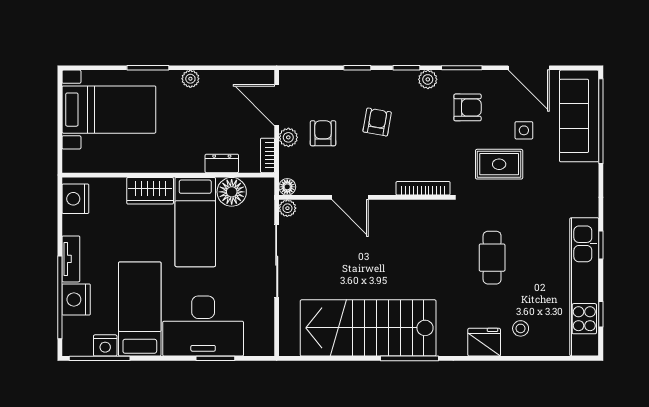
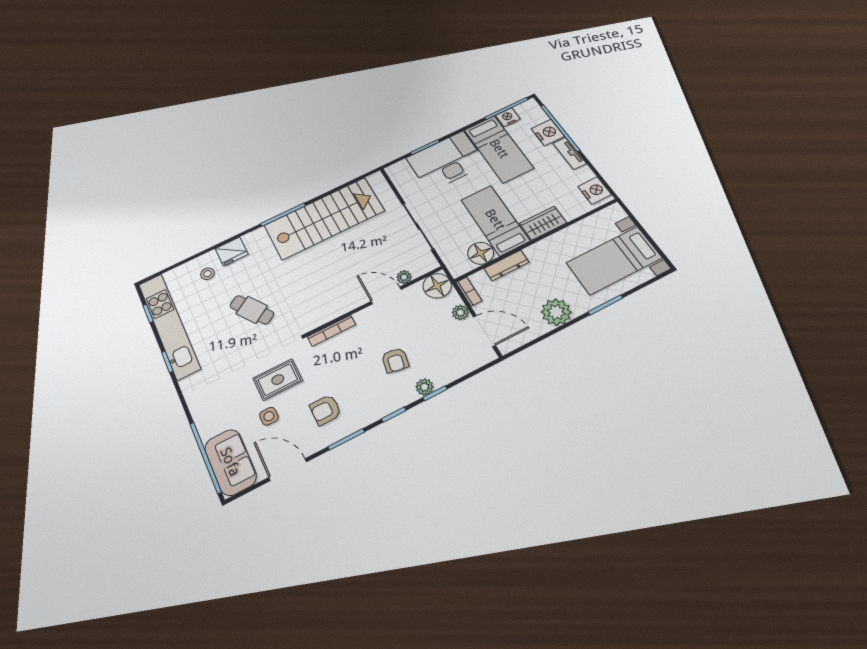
plant: (190, 79) -> (556, 312), width x1.88, depth x1.88
plant: (428, 79) -> (424, 387), moved
sofa: (579, 116) -> (230, 462), width x0.73
armchair: (323, 133) -> (434, 329), removed
dresser: (222, 163) -> (506, 265), width x1.44
floor lamp: (287, 187) -> (437, 286), width x1.89, depth x1.89
plant: (287, 208) -> (404, 277), moved
cafe table: (492, 258) -> (252, 310), turned -34

